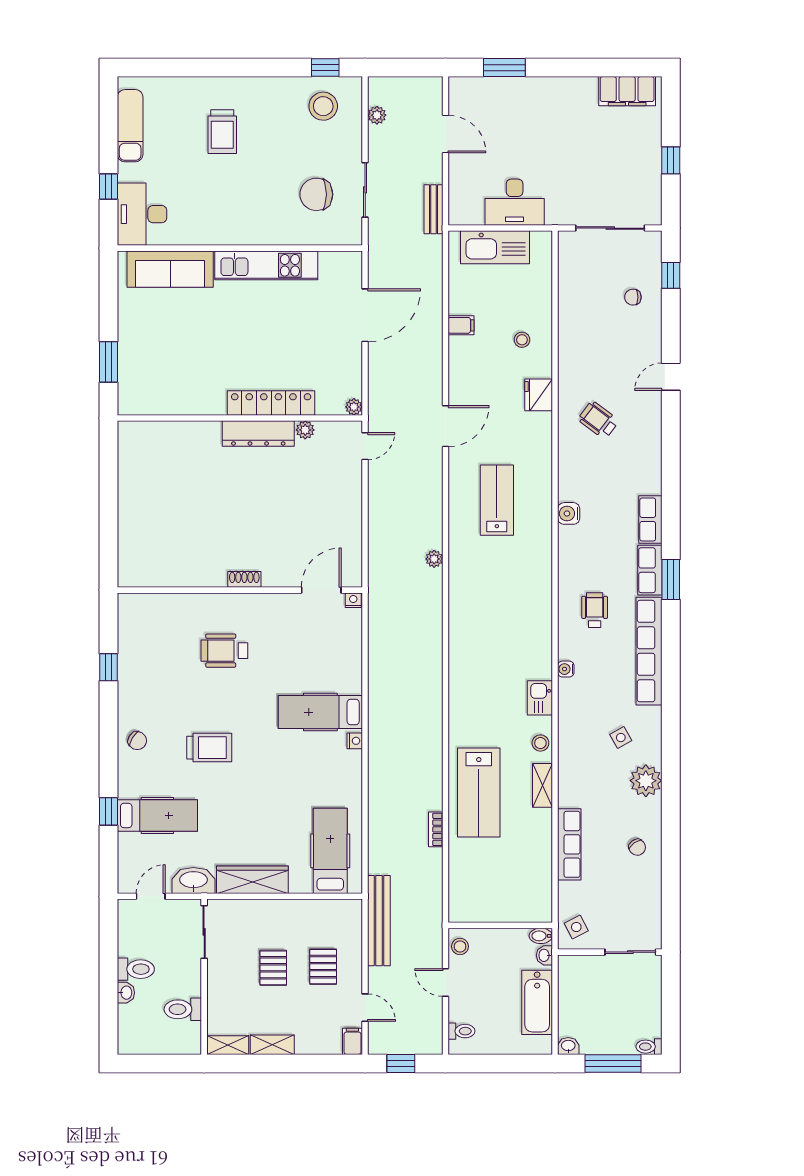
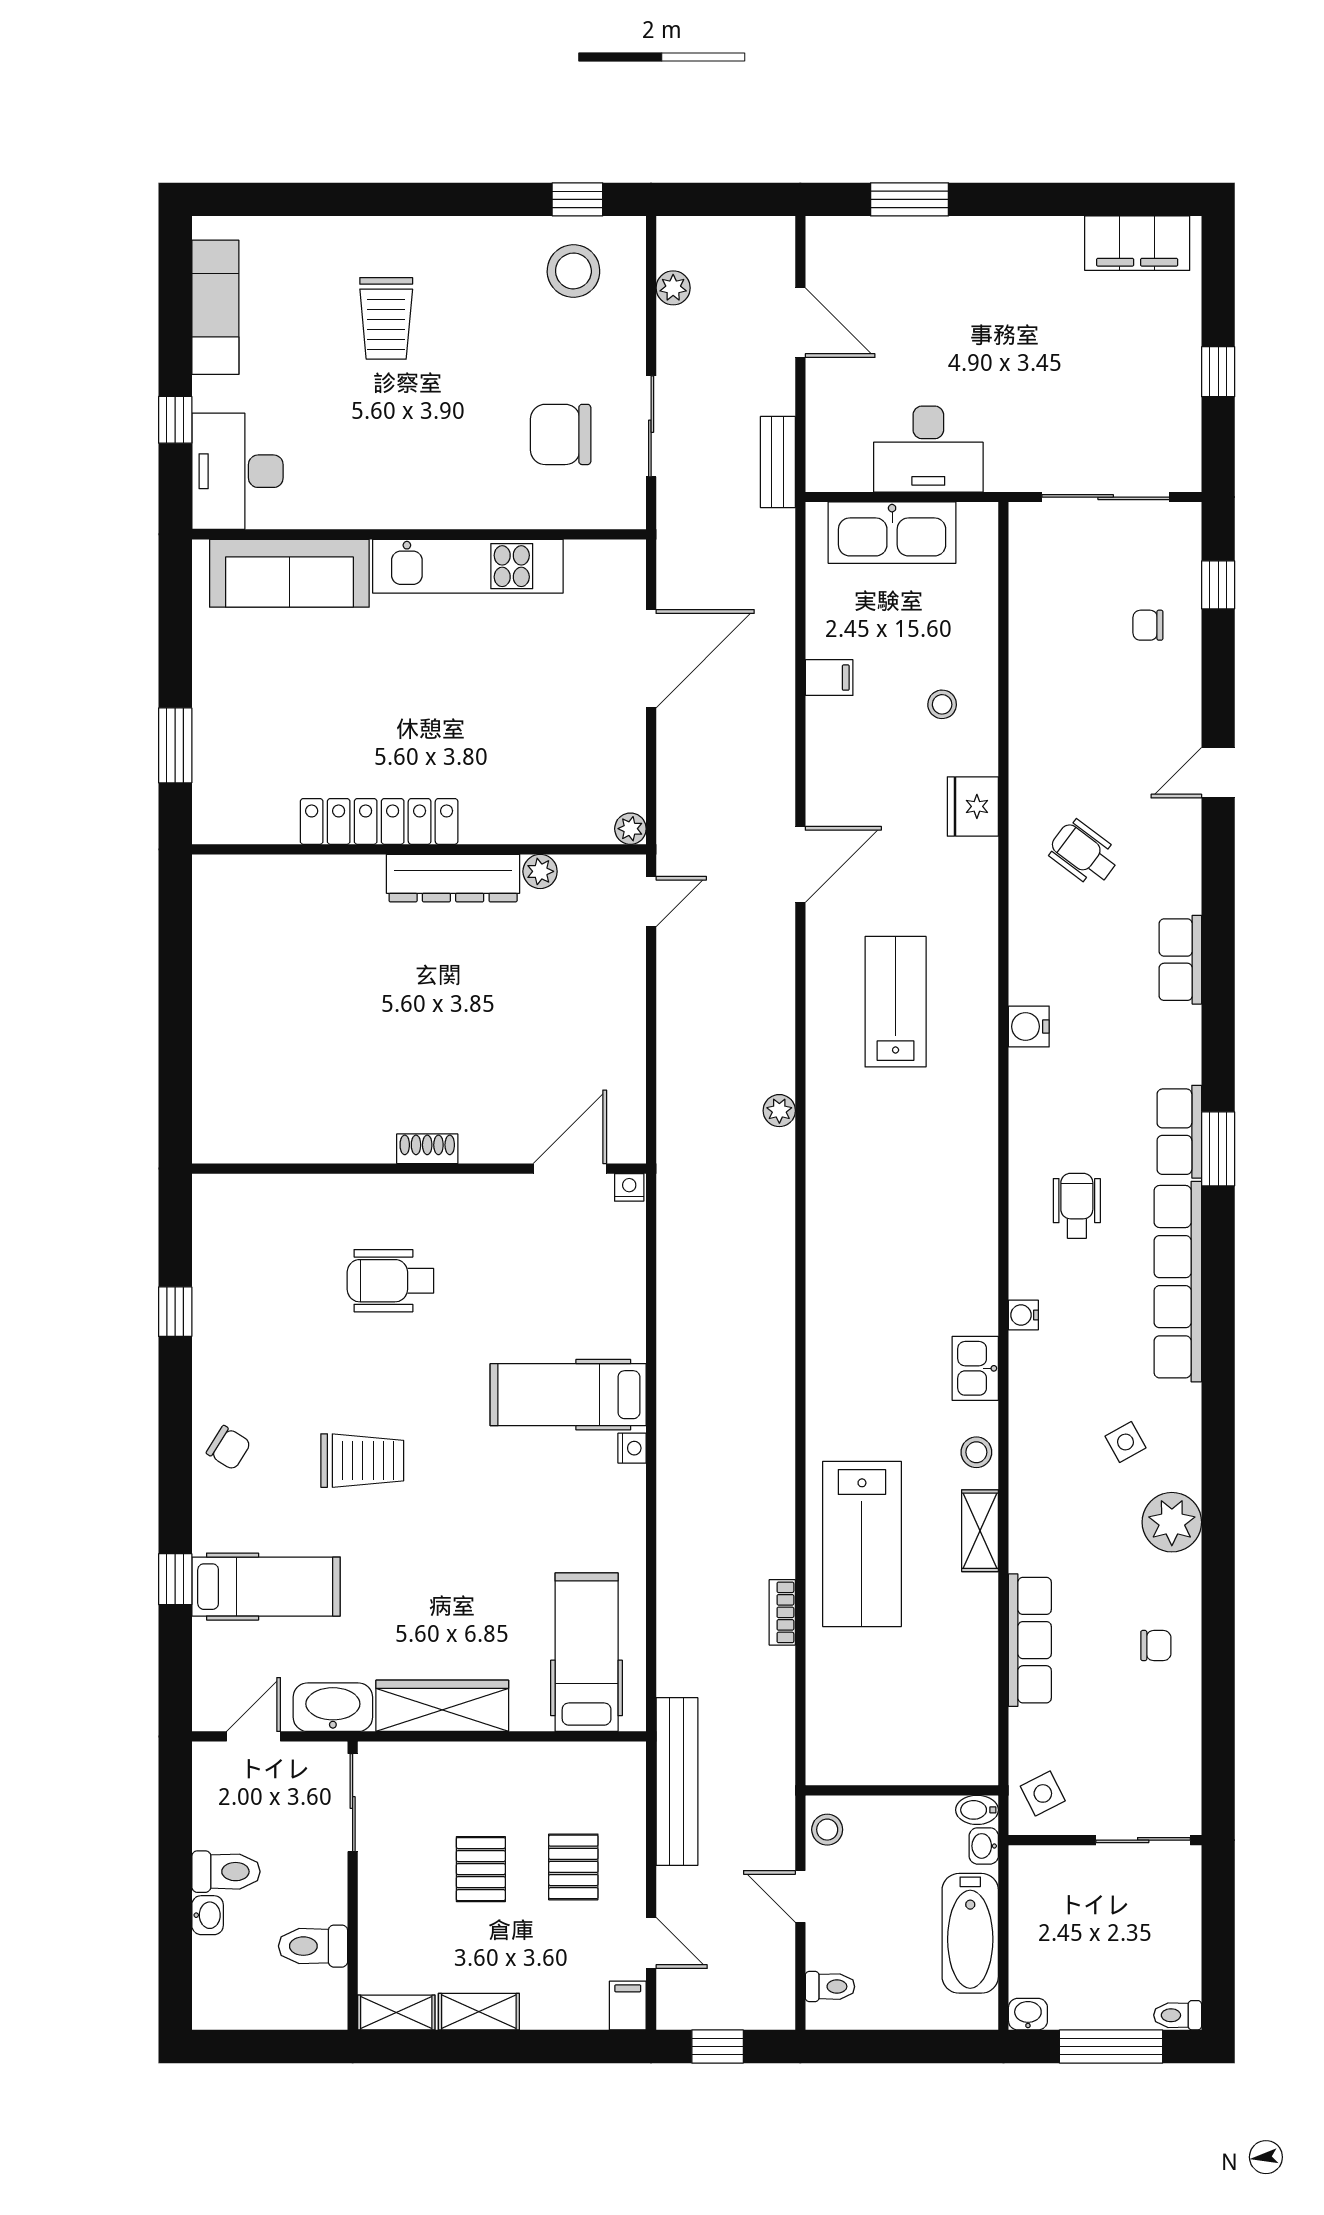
locker: (271, 403) -> (379, 821), moved
row of seats: (650, 519) -> (1180, 960), moved
chair: (637, 847) -> (1156, 1646), turned -55

